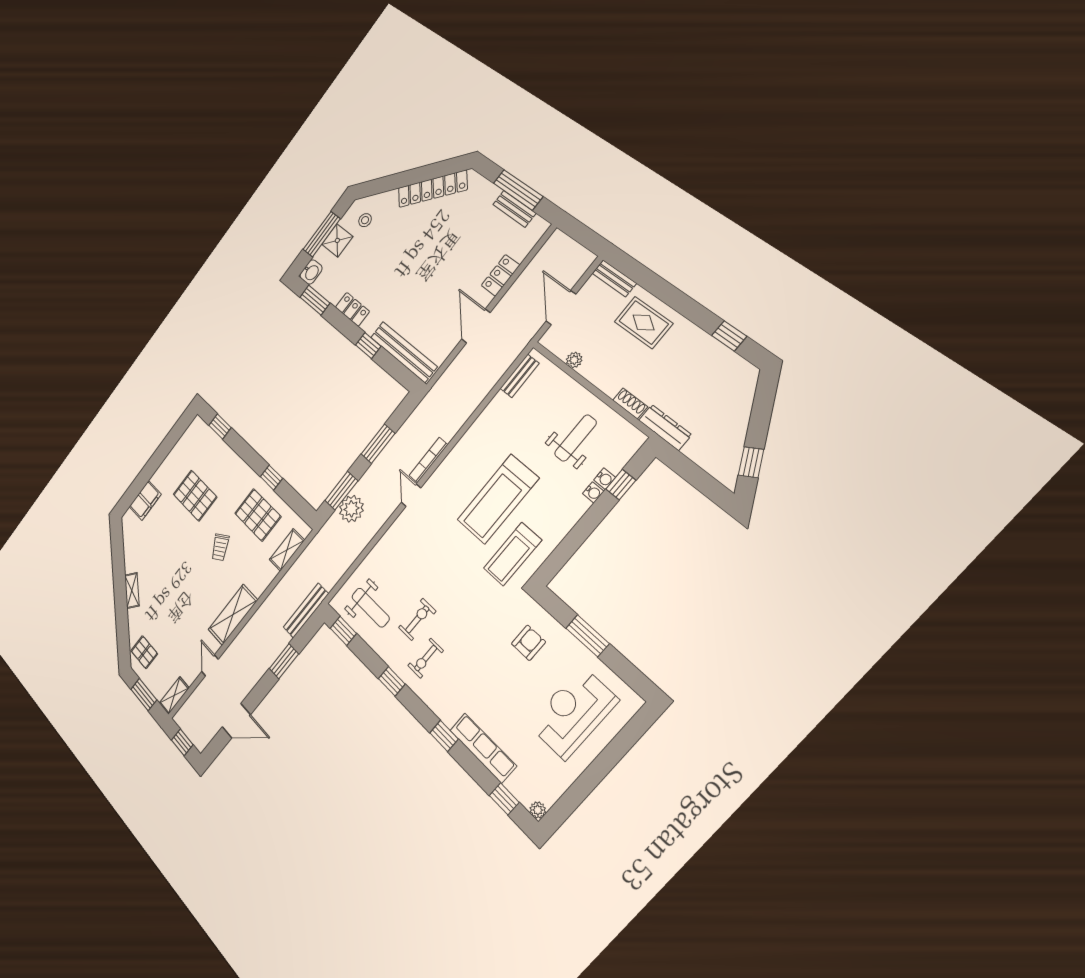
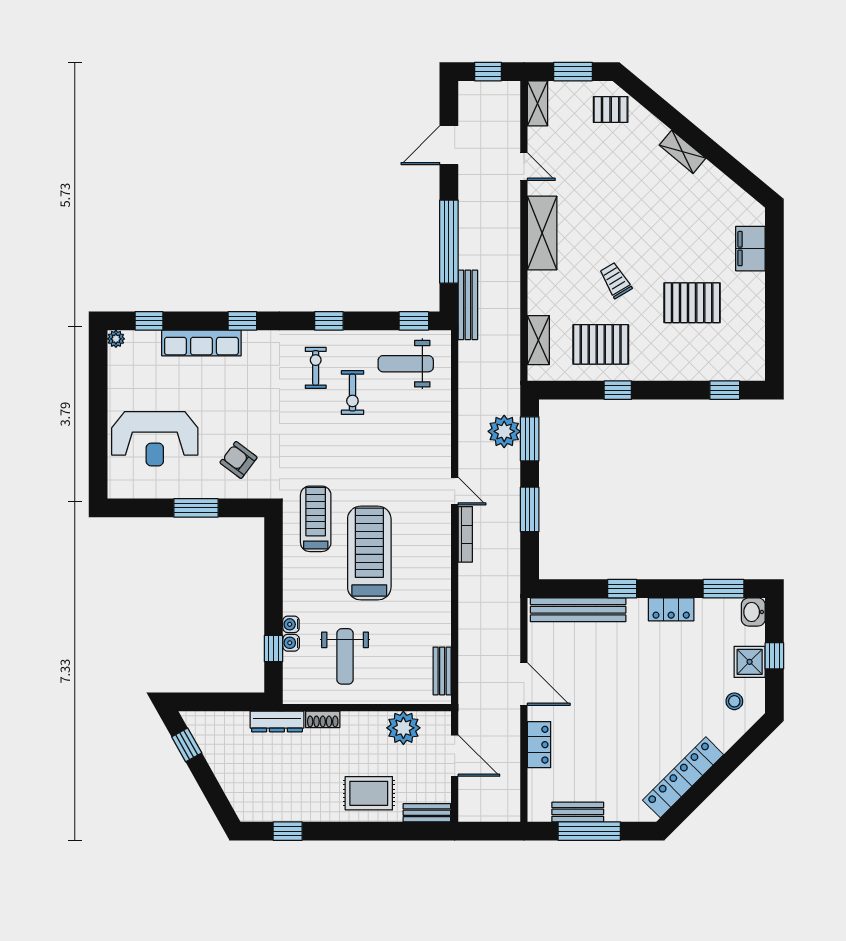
window: (322, 234) -> (774, 656), width x0.46
plant: (574, 360) -> (403, 728), width x1.88, depth x1.88
armchair: (528, 643) -> (239, 460), turned 127
window: (284, 661) -> (449, 242), width x2.11
reception desk: (573, 713) -> (155, 439), turned 90

